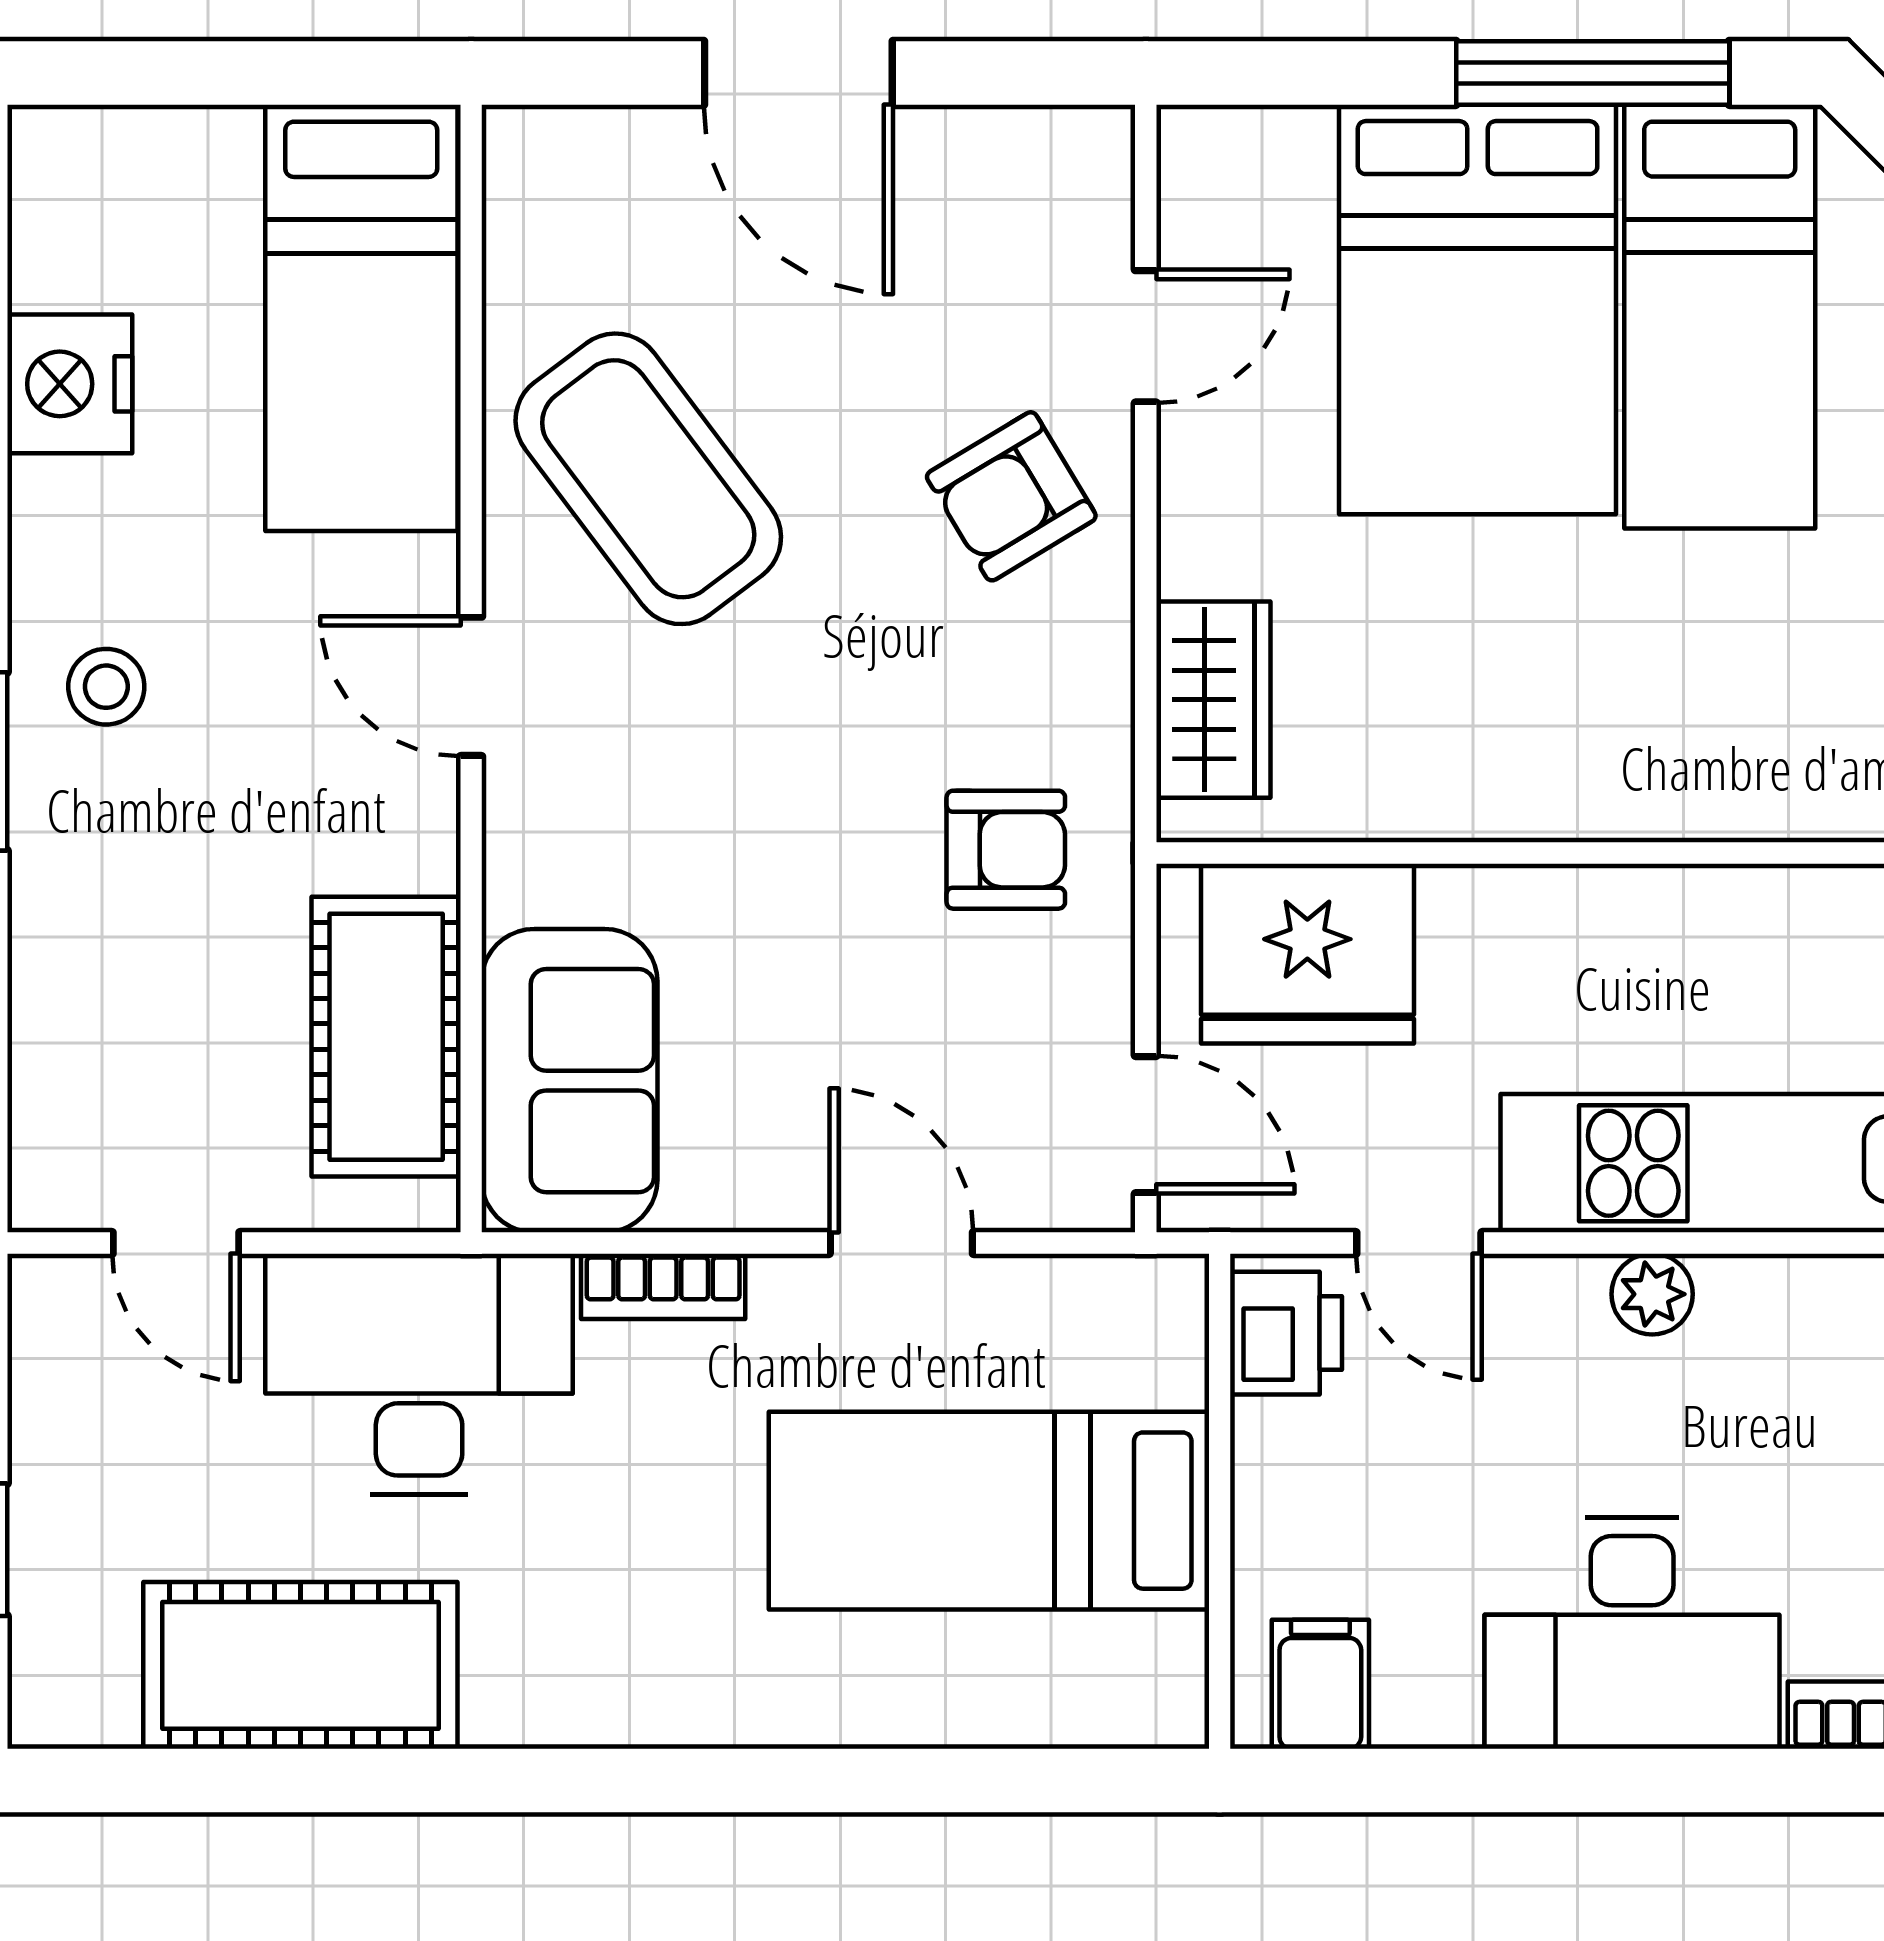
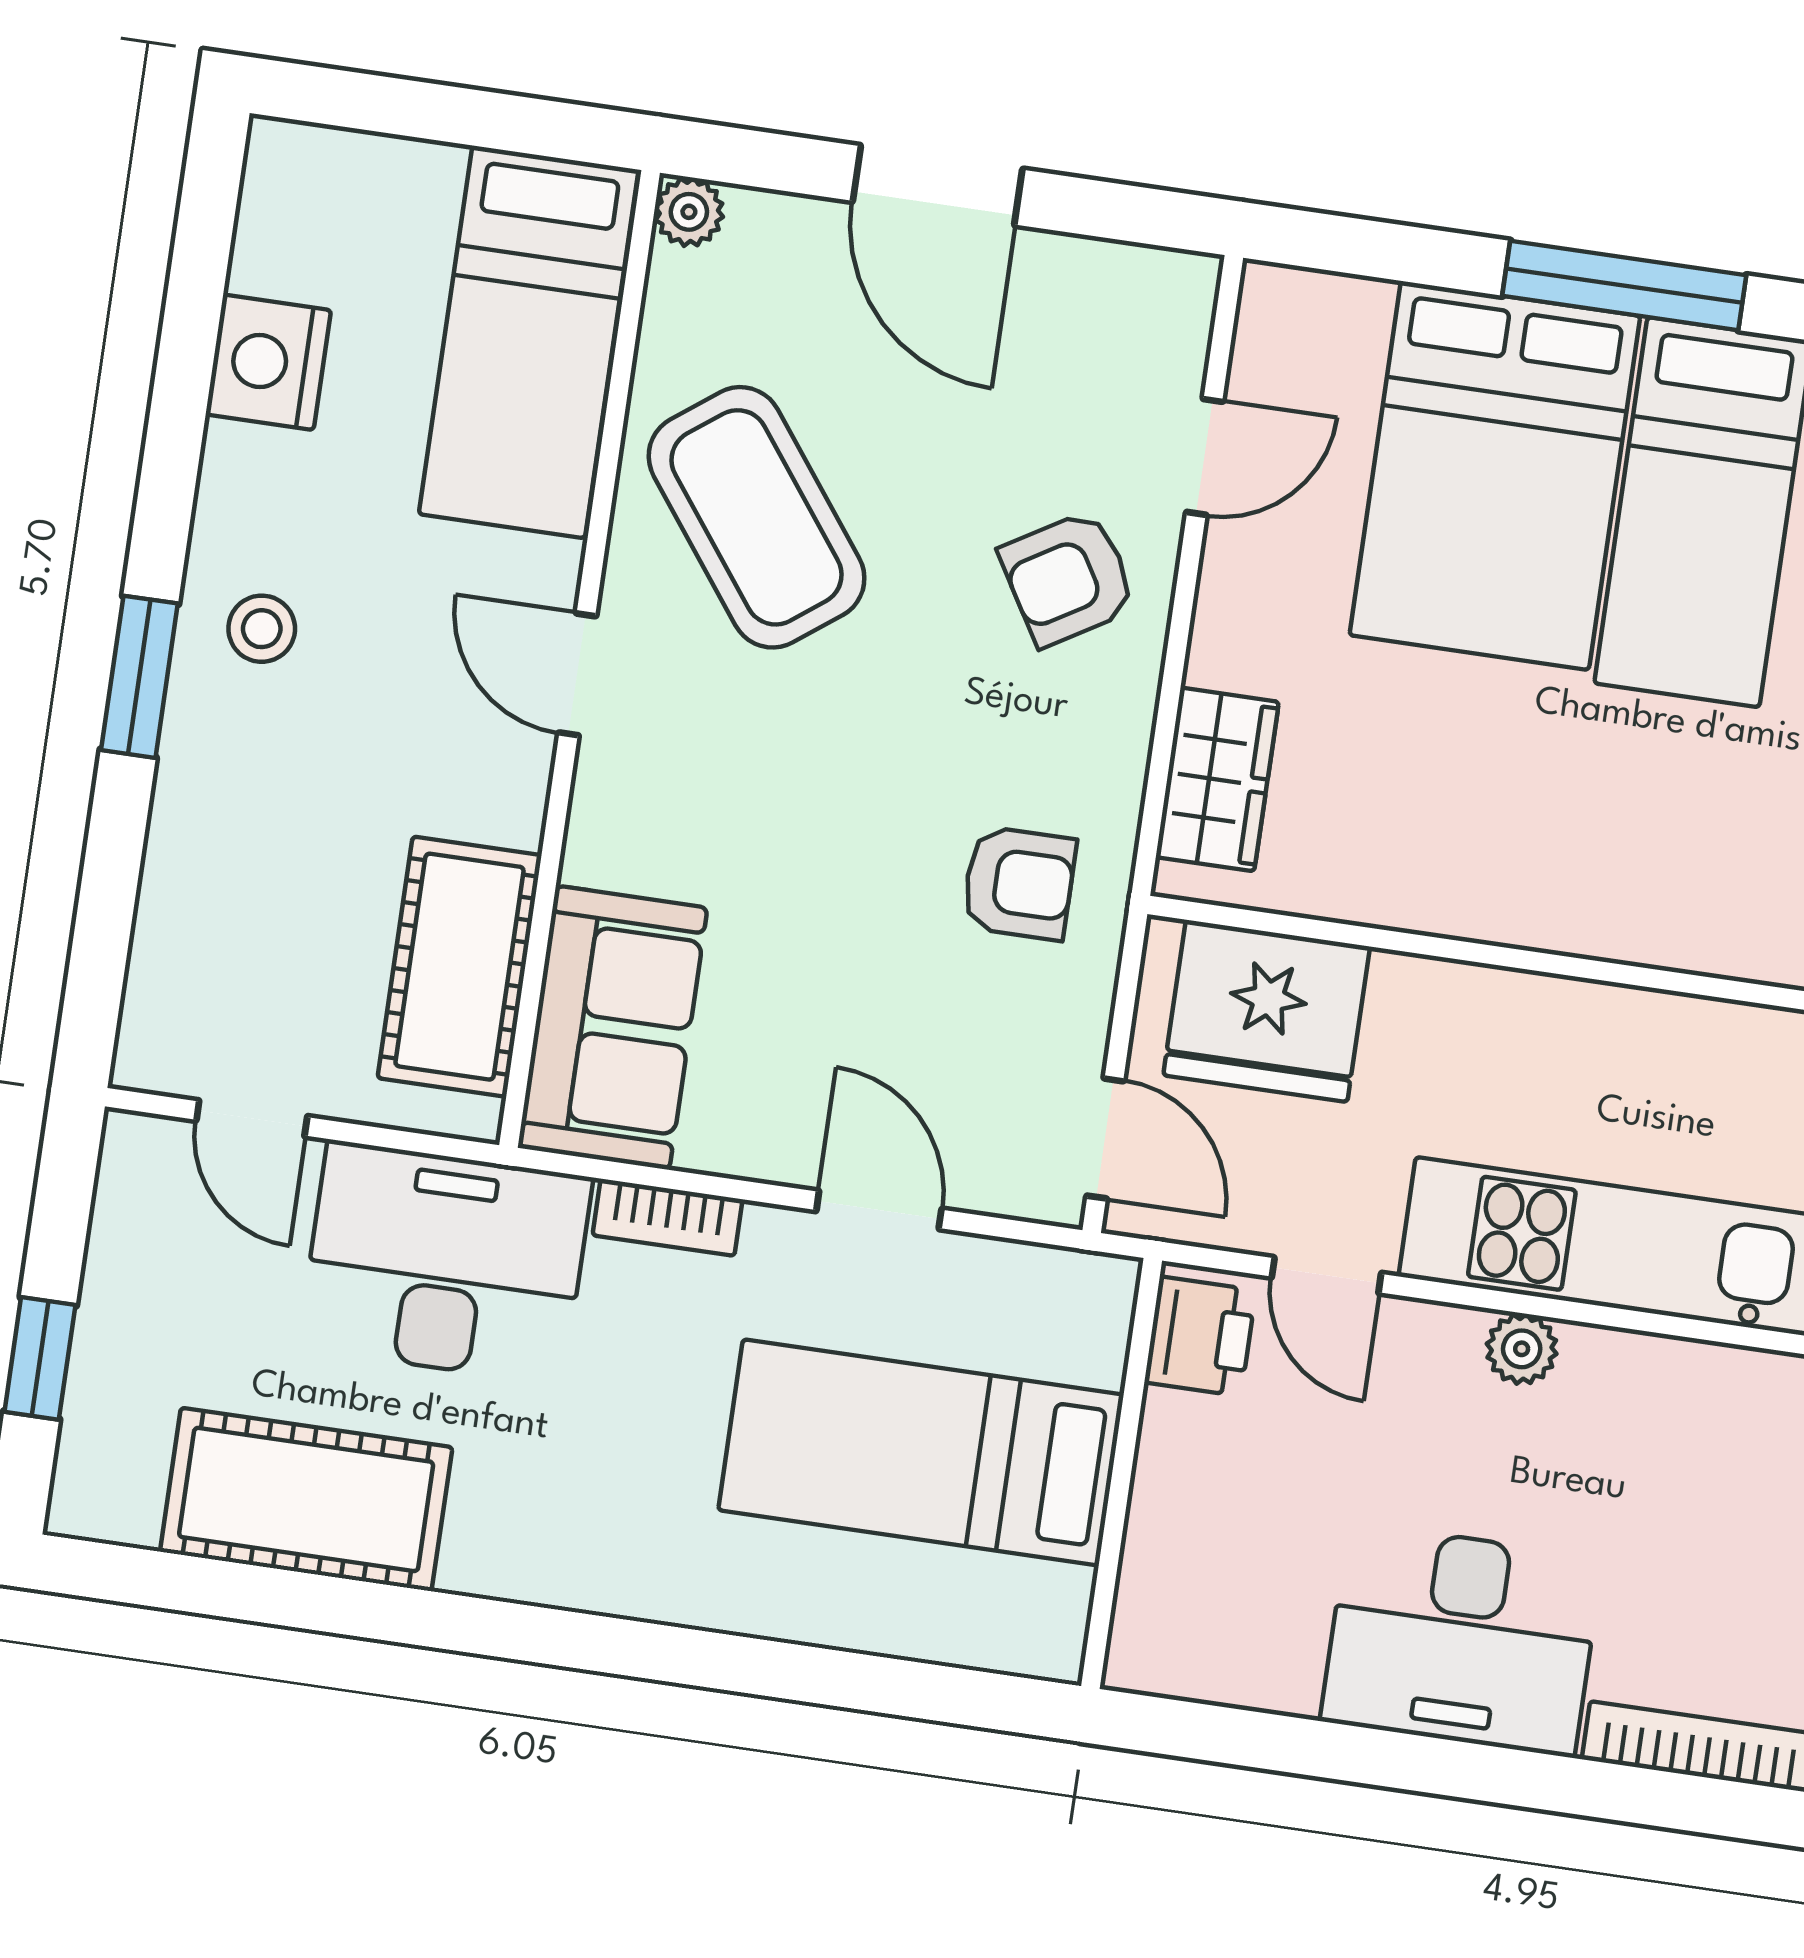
plant: (521, 144) -> (689, 212), added
filing cabinet: (1320, 1684) -> (1186, 1644), removed

